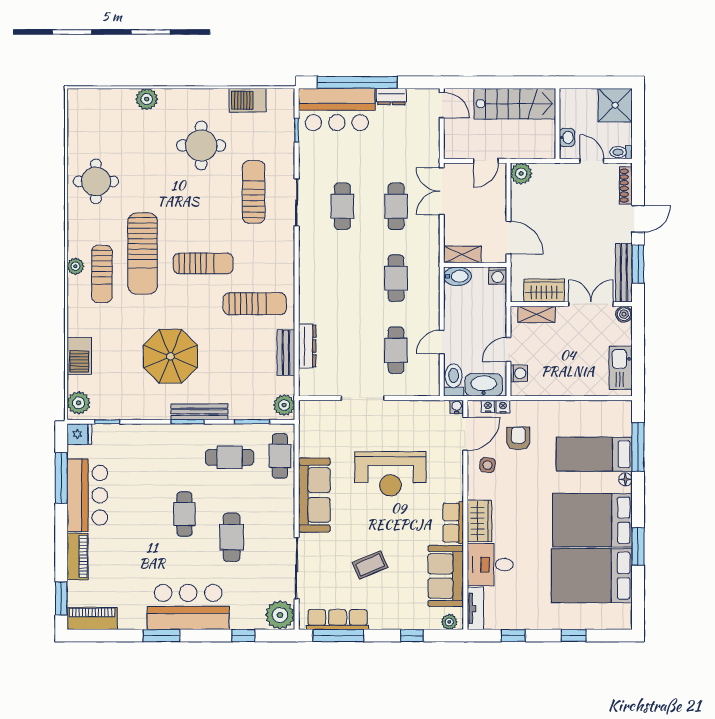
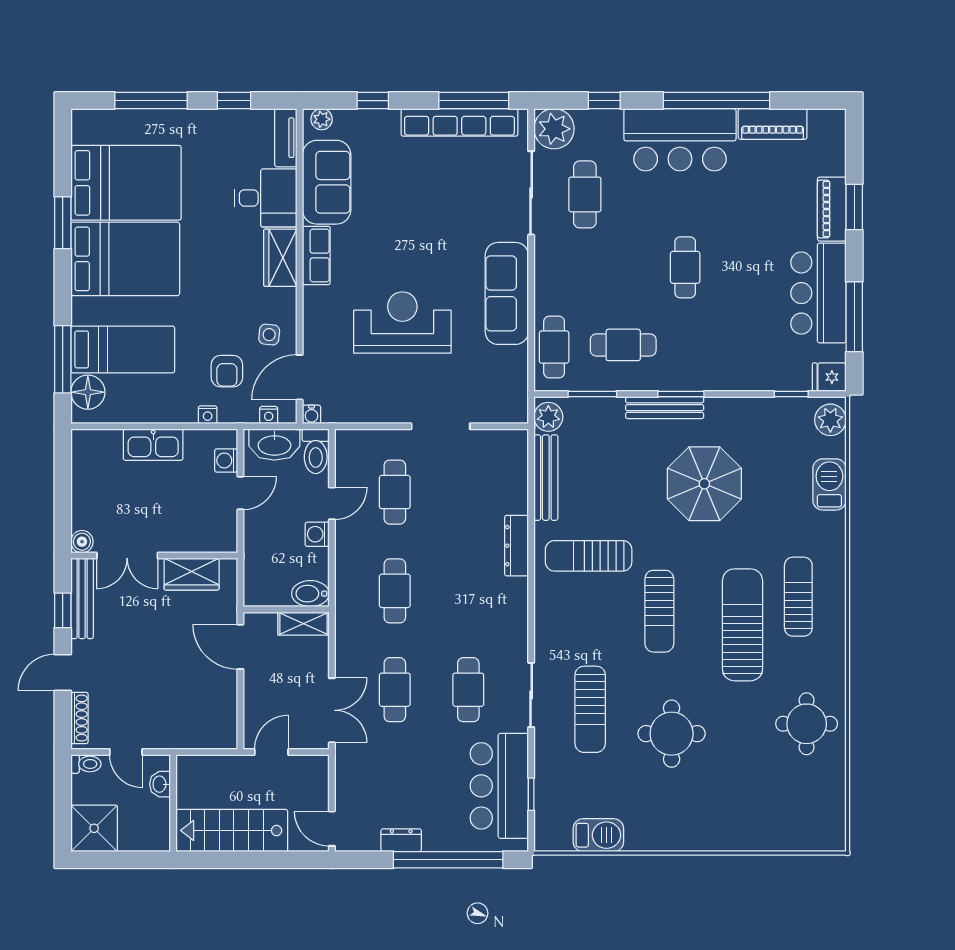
plant: (147, 99) -> (737, 837), removed
bar counter: (337, 109) -> (499, 786), moved, turned -90
round table: (201, 145) -> (672, 734), moved
plant: (521, 174) -> (223, 735), removed
sun lounger: (203, 263) -> (659, 611), turned -90
window: (638, 264) -> (63, 610), width x0.67
plant: (75, 266) -> (835, 607), removed
washing machine: (498, 276) -> (317, 534), moved, turned -90
shelving: (536, 314) -> (202, 541), removed
dresser: (307, 346) -> (517, 546), moved
bench: (286, 353) -> (546, 478), width x1.36
kitchen sink: (621, 368) -> (153, 445), moved, turned 90
nightstand: (503, 407) -> (208, 415), moved
floor lamp: (625, 479) -> (88, 392), moved, width x1.89, depth x1.89
cafe table: (232, 537) -> (585, 194), moved
coffee table: (370, 565) -> (430, 197), removed
window: (61, 599) -> (854, 207), moved
piano: (92, 618) -> (773, 124), moved
row of seats: (337, 620) -> (459, 122), width x1.36
window: (162, 636) -> (716, 101), width x2.11
window: (574, 636) -> (151, 101), width x2.17

